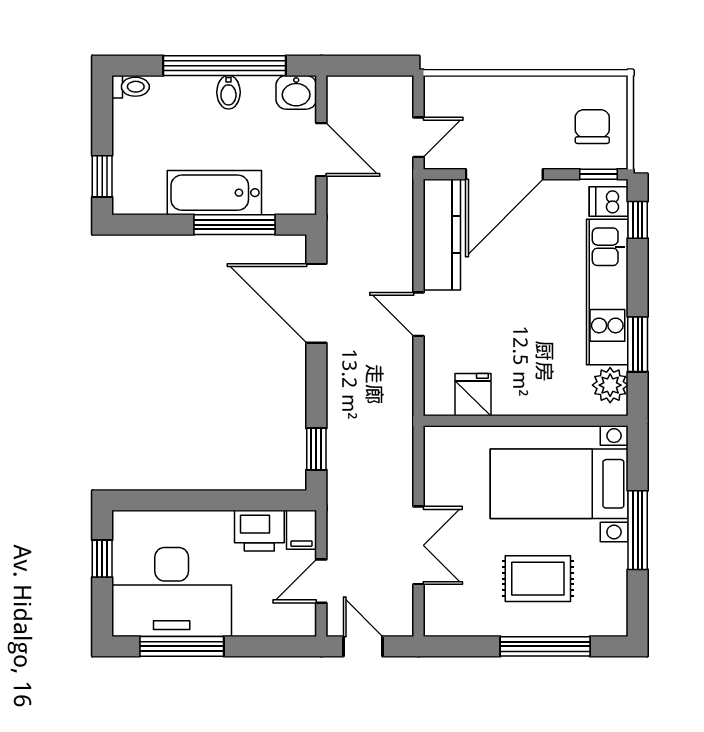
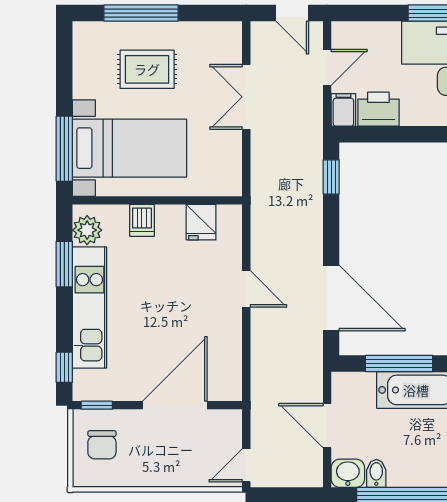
bidet: (228, 92) -> (376, 473), moved
door: (419, 137) -> (246, 465), moved
dishwasher: (609, 202) -> (142, 220), moved, turned 90
kitchen counter: (442, 235) -> (227, 355), removed
window: (638, 530) -> (64, 149), moved

